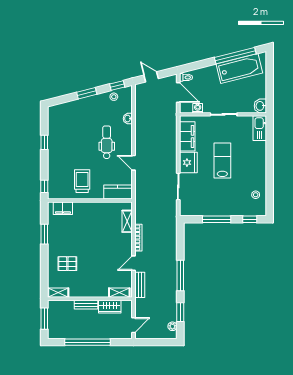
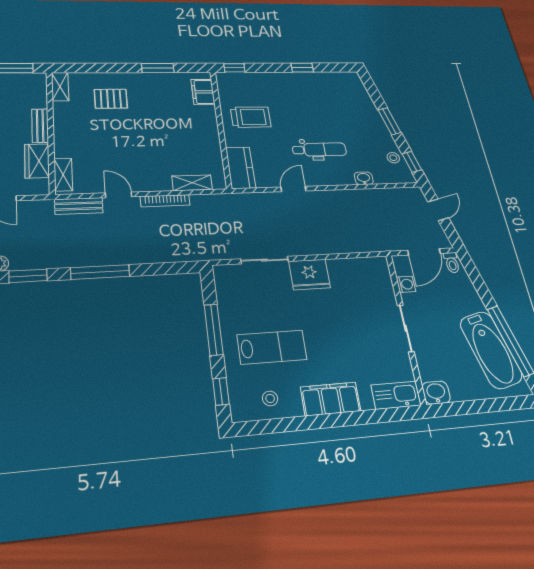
filing cabinet: (187, 136) -> (331, 399), moved, turned 180
lab bench: (222, 161) -> (272, 347), moved
pallet: (67, 264) -> (111, 99), turned 90

